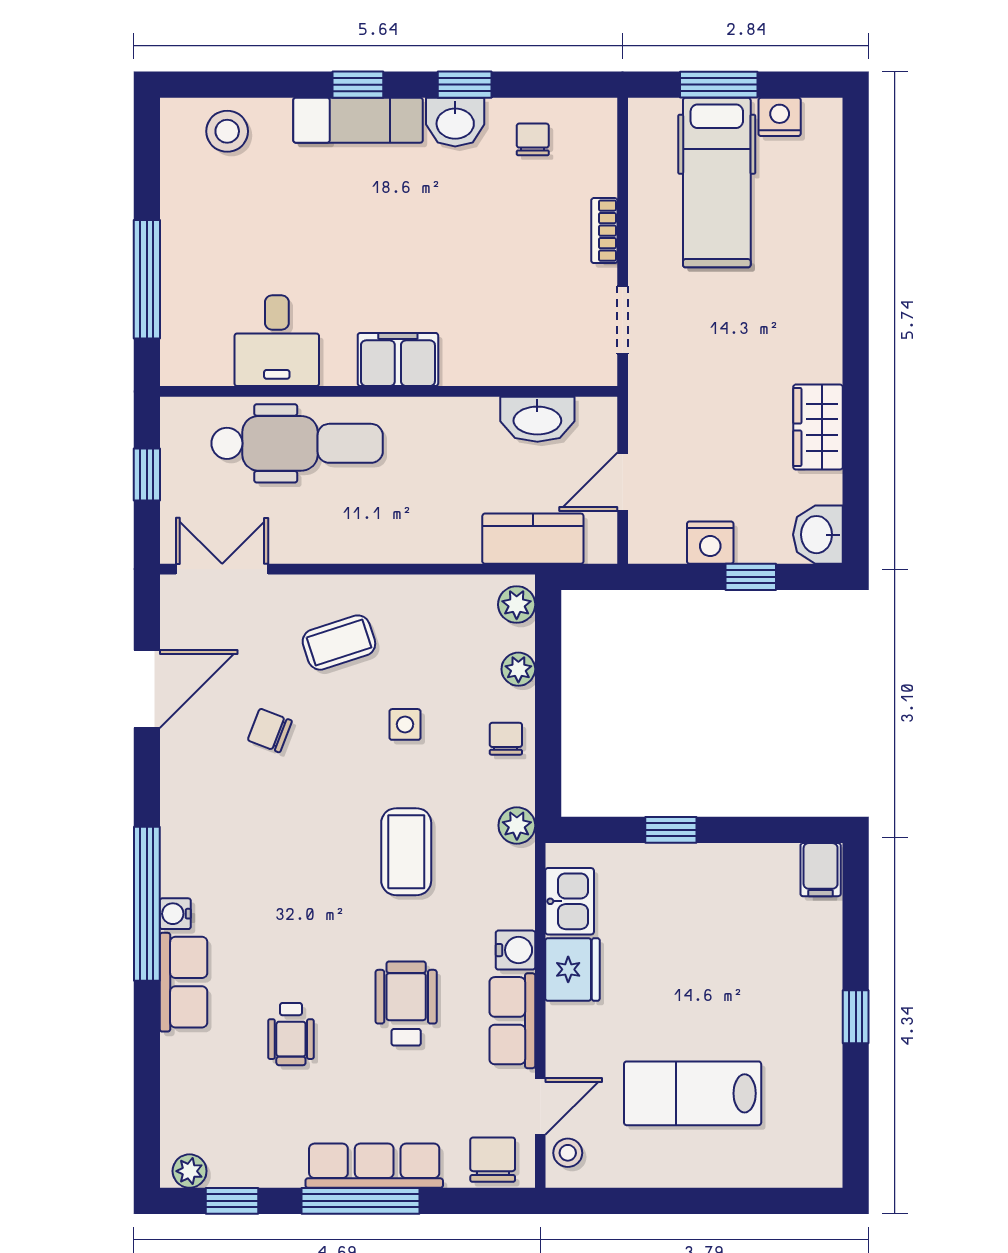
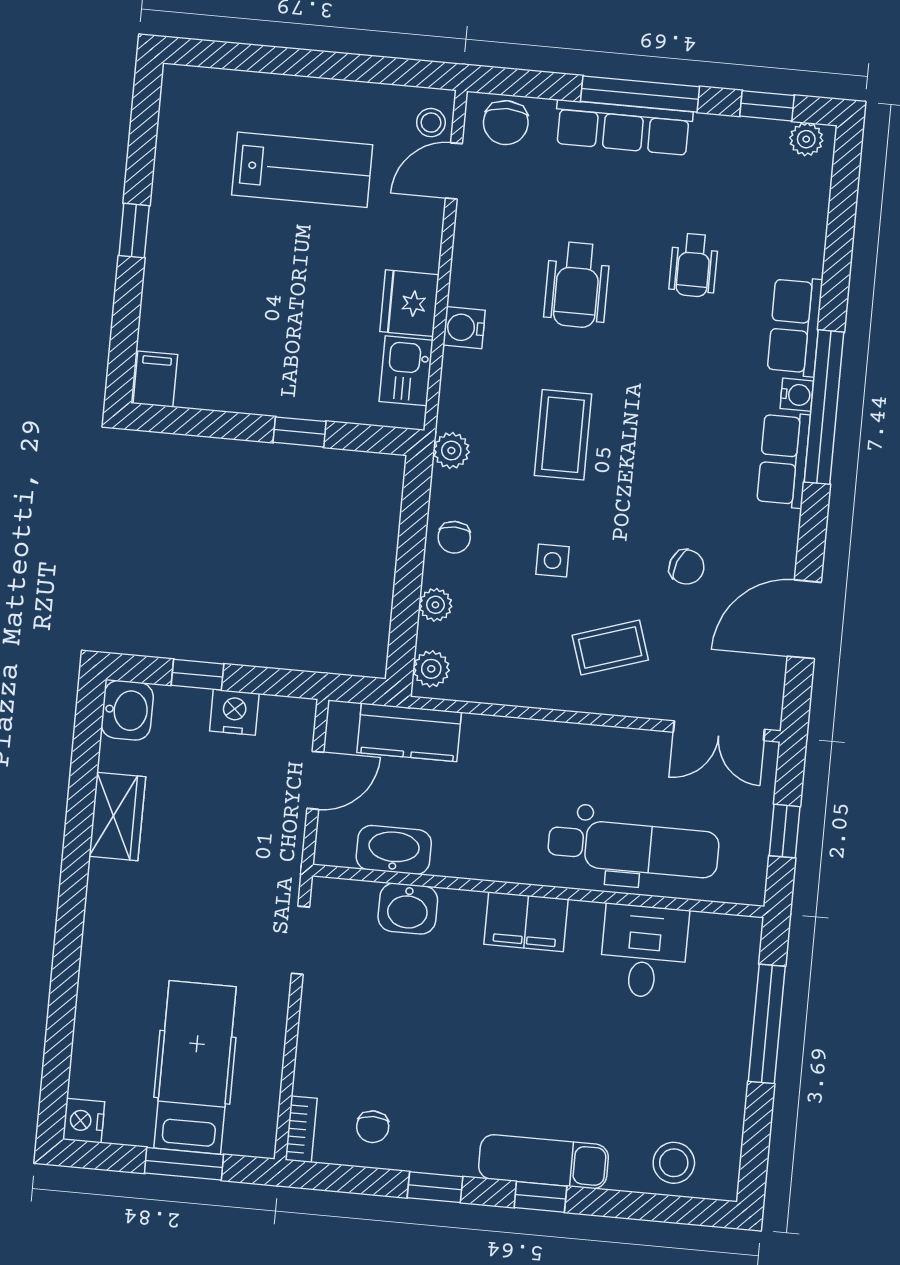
nightstand: (780, 117) -> (84, 1121), moved, turned 90
washbasin: (455, 122) -> (408, 909), moved, turned 180
bookcase: (604, 231) -> (301, 1129), moved
dental chair: (297, 443) -> (633, 848), turned 180
row of seats: (512, 1021) -> (783, 460), moved, turned 180
wheelchair: (291, 1034) -> (694, 265), turned 180

